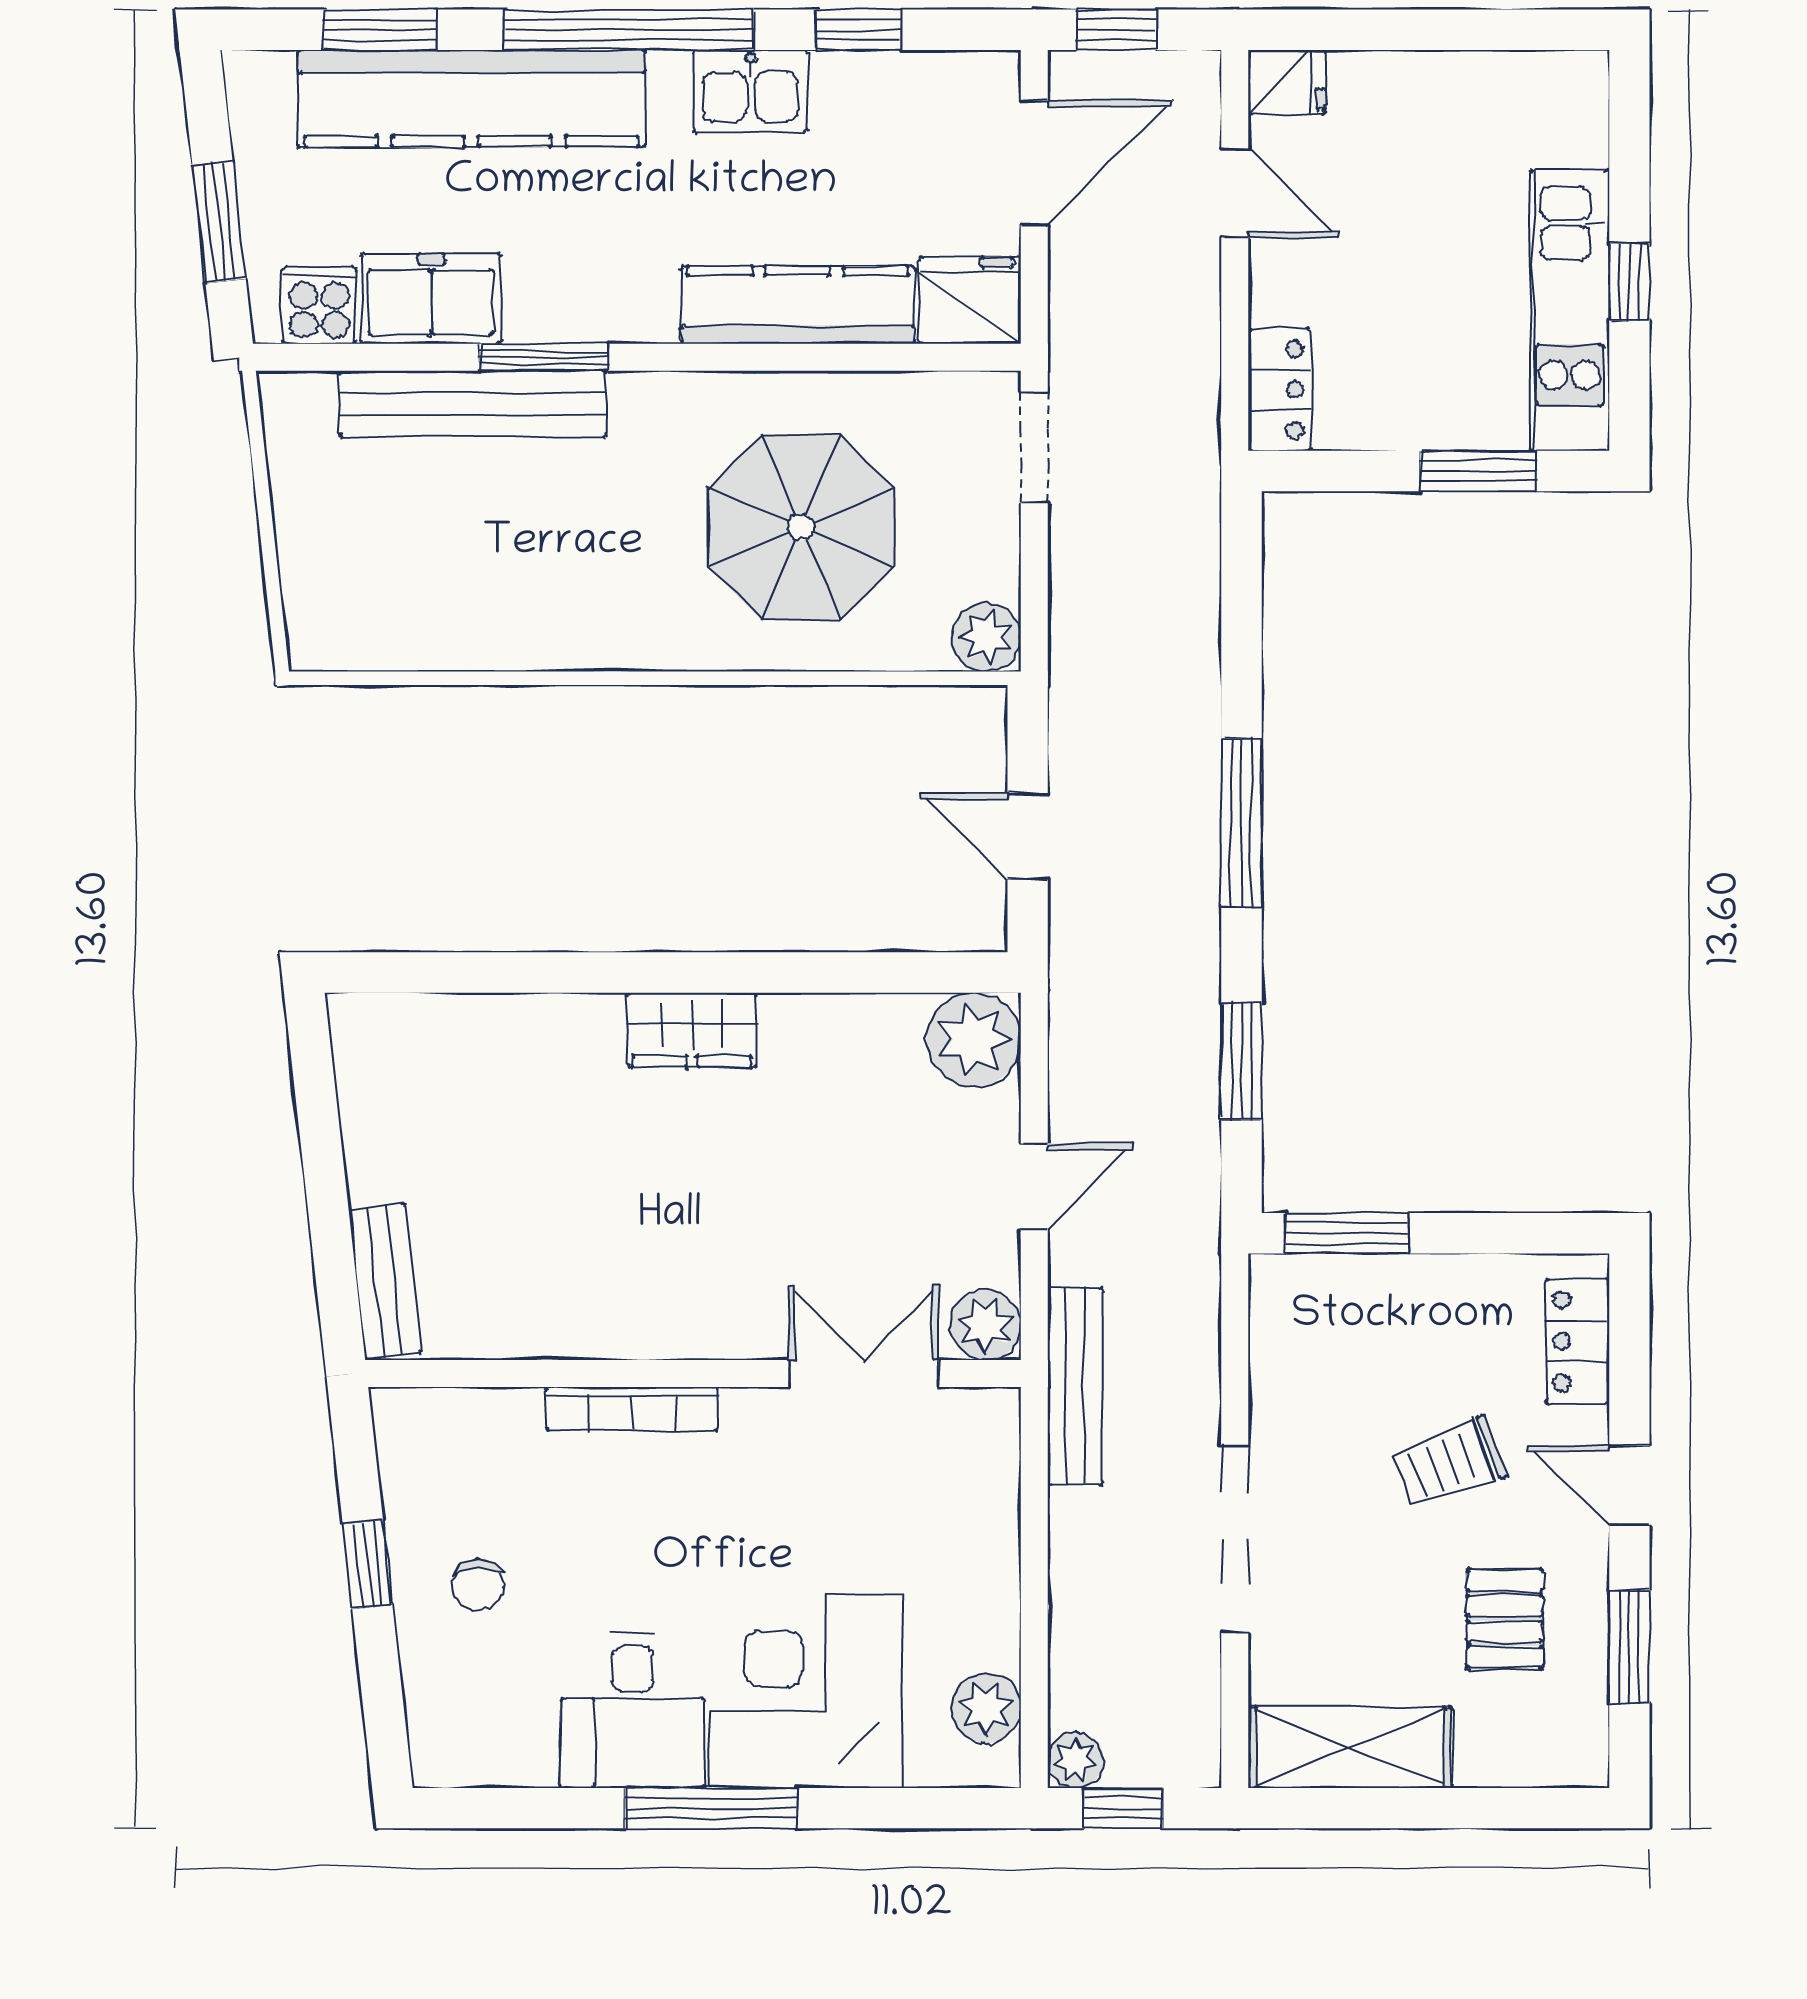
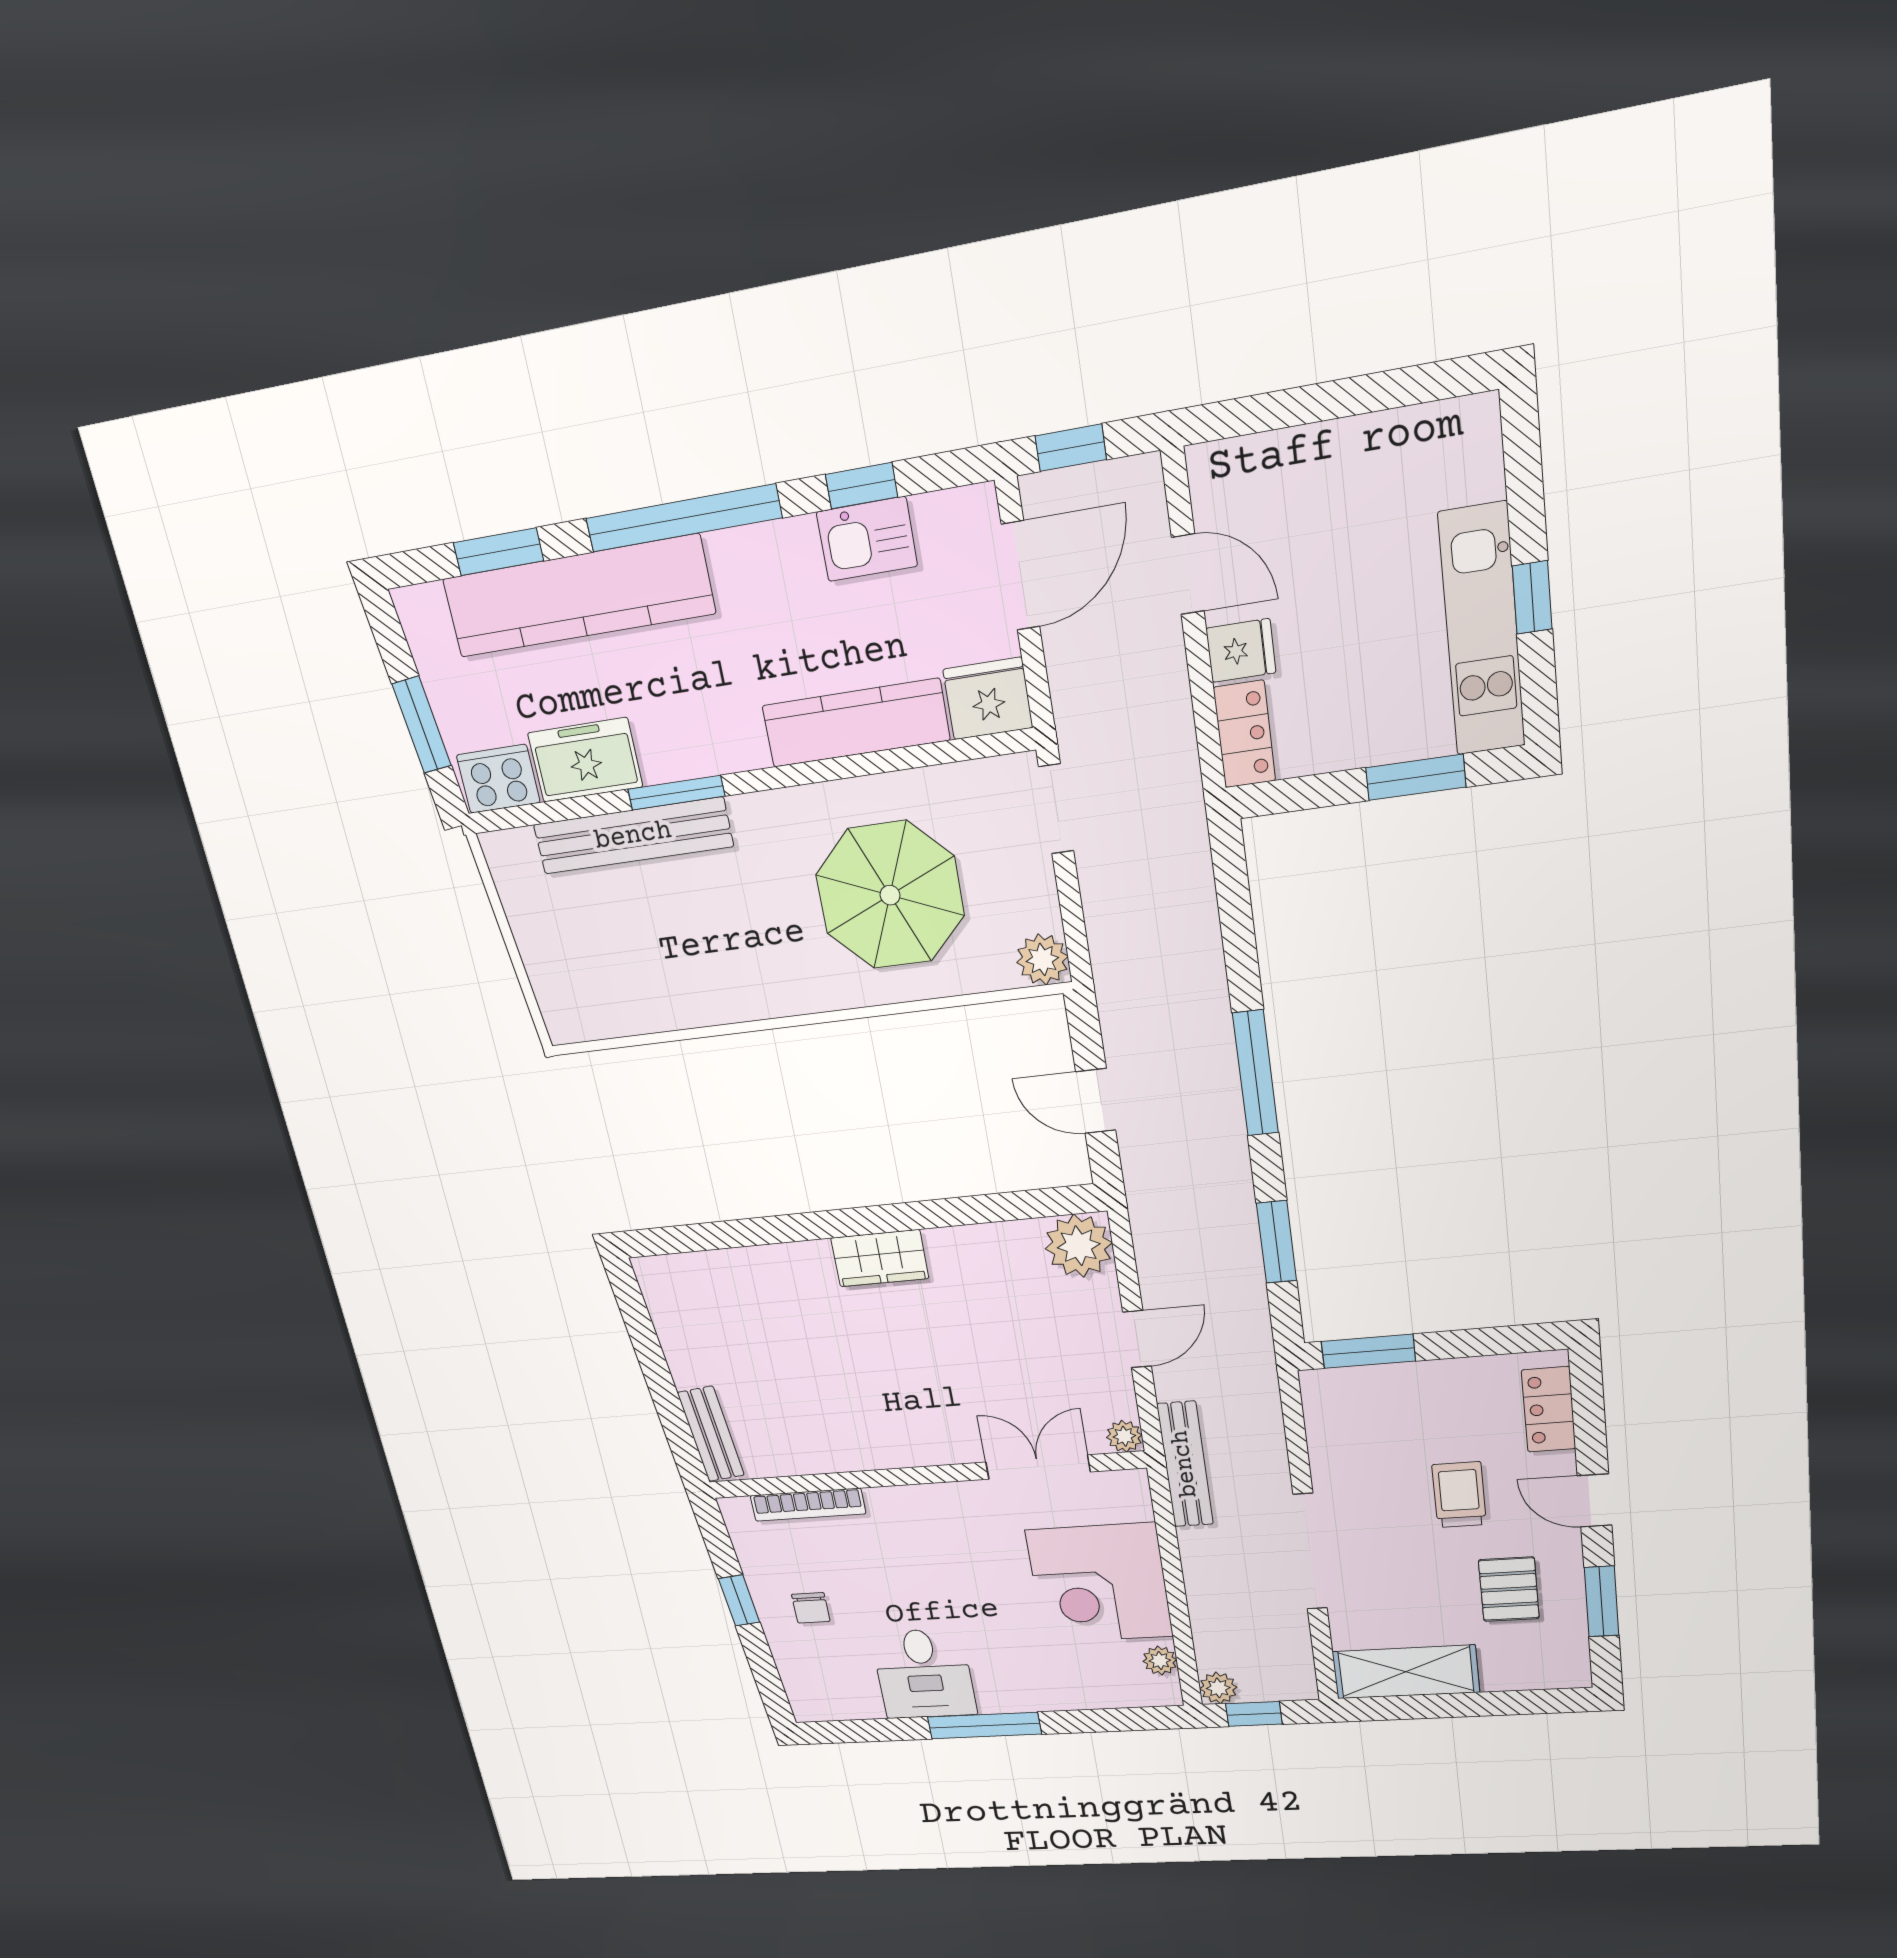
fridge: (1287, 82) -> (1241, 651), moved
kitchen sink: (751, 91) -> (867, 539), moved
cooker: (319, 305) -> (498, 779), width x1.36
plant: (986, 1325) -> (1124, 1436), width x0.73, depth x0.73
bookcase: (632, 1409) -> (808, 1505), moved
trolley: (1449, 1463) -> (1459, 1495), turned 111
corner desk: (806, 1692) -> (1099, 1583), moved, turned -90
plant: (986, 1708) -> (1160, 1661), width x0.73, depth x0.73

